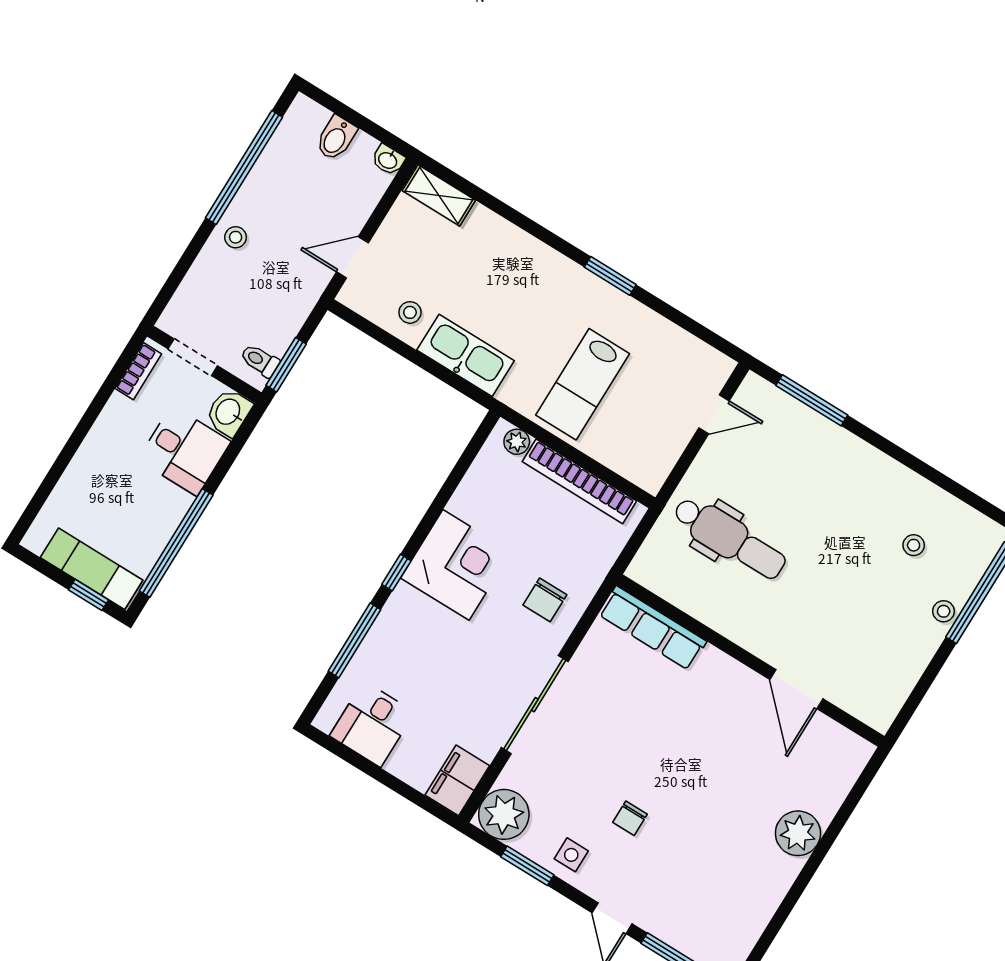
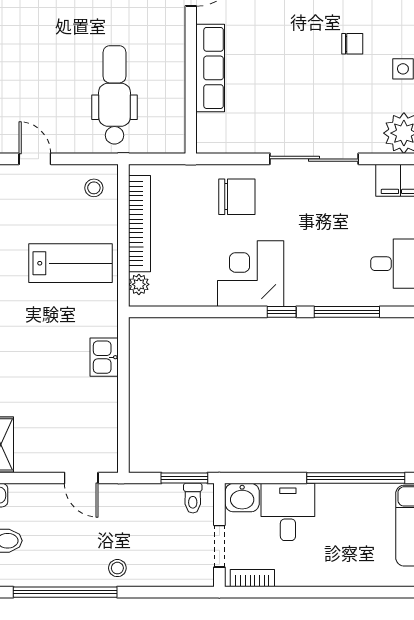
stool: (410, 312) -> (94, 188), moved
kitchen sink: (466, 355) -> (104, 357), width x0.53, depth x0.81
chair: (545, 600) -> (237, 197), width x1.37, depth x1.37
row of seats: (652, 628) -> (210, 68), moved

